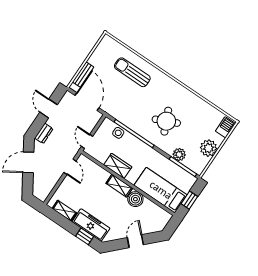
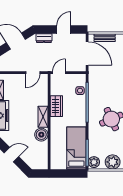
door: (87, 102) -> (87, 53), hinge flipped
plant: (179, 155) -> (94, 162), moved
bed: (161, 190) -> (76, 148), moved
window: (189, 200) -> (66, 173), removed

